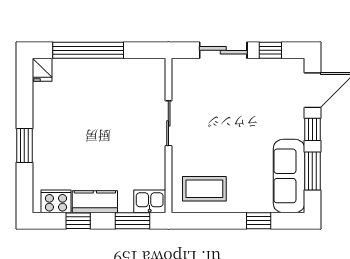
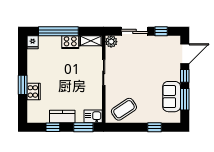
shelving: (145, 67) -> (91, 41), added
plant: (182, 69) -> (111, 42), added
cooker: (109, 70) -> (70, 42), added
sofa: (289, 176) -> (172, 97), width x0.73
coffee table: (204, 189) -> (124, 109), turned -34
cooker: (56, 201) -> (34, 91), moved, turned 90

